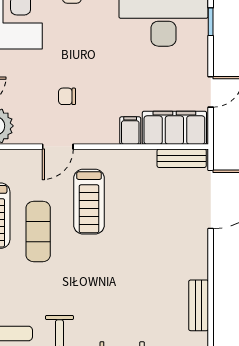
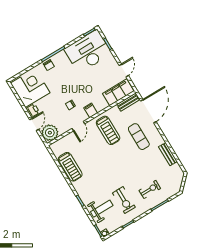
filing cabinet: (130, 130) -> (91, 110), moved
treadmill: (89, 202) -> (108, 130), moved
exercise mat: (38, 231) -> (139, 137), moved

